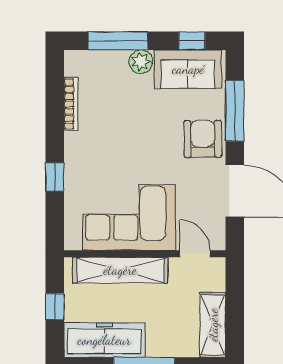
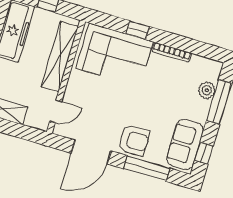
plant: (141, 62) -> (207, 90), moved
bookcase: (71, 104) -> (172, 52), moved
corner sofa: (129, 217) -> (114, 55), moved, turned 90

